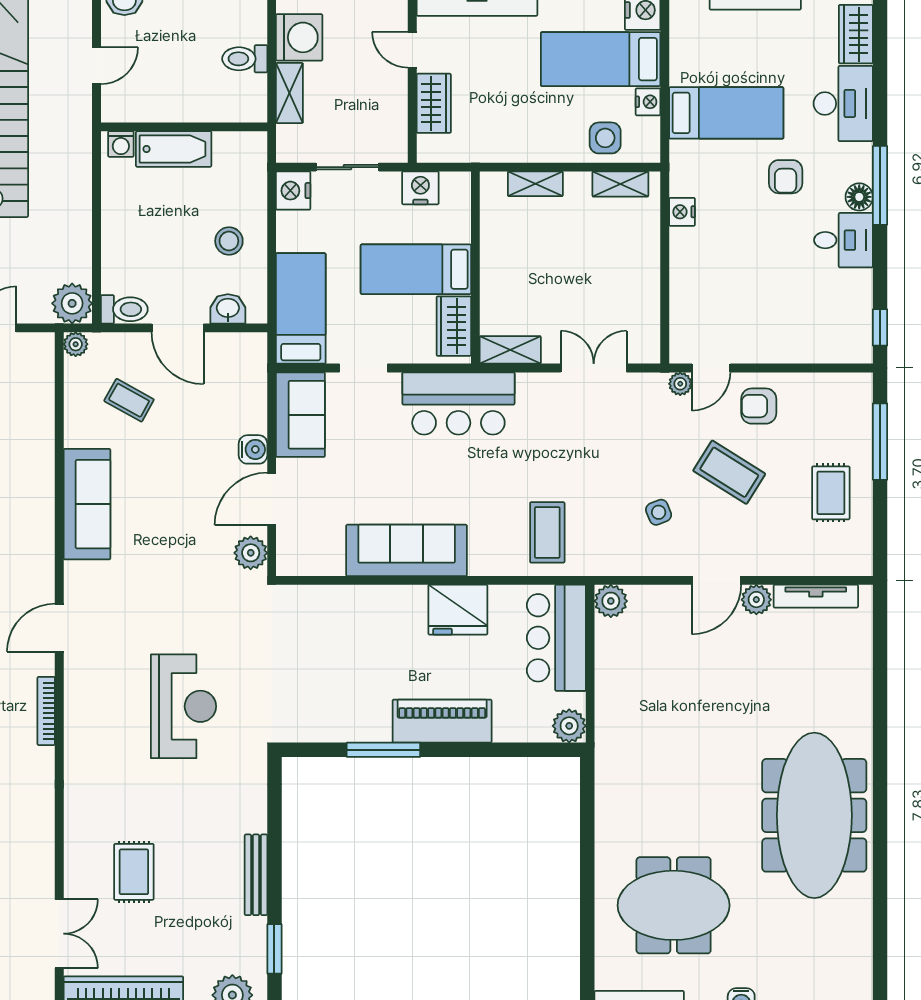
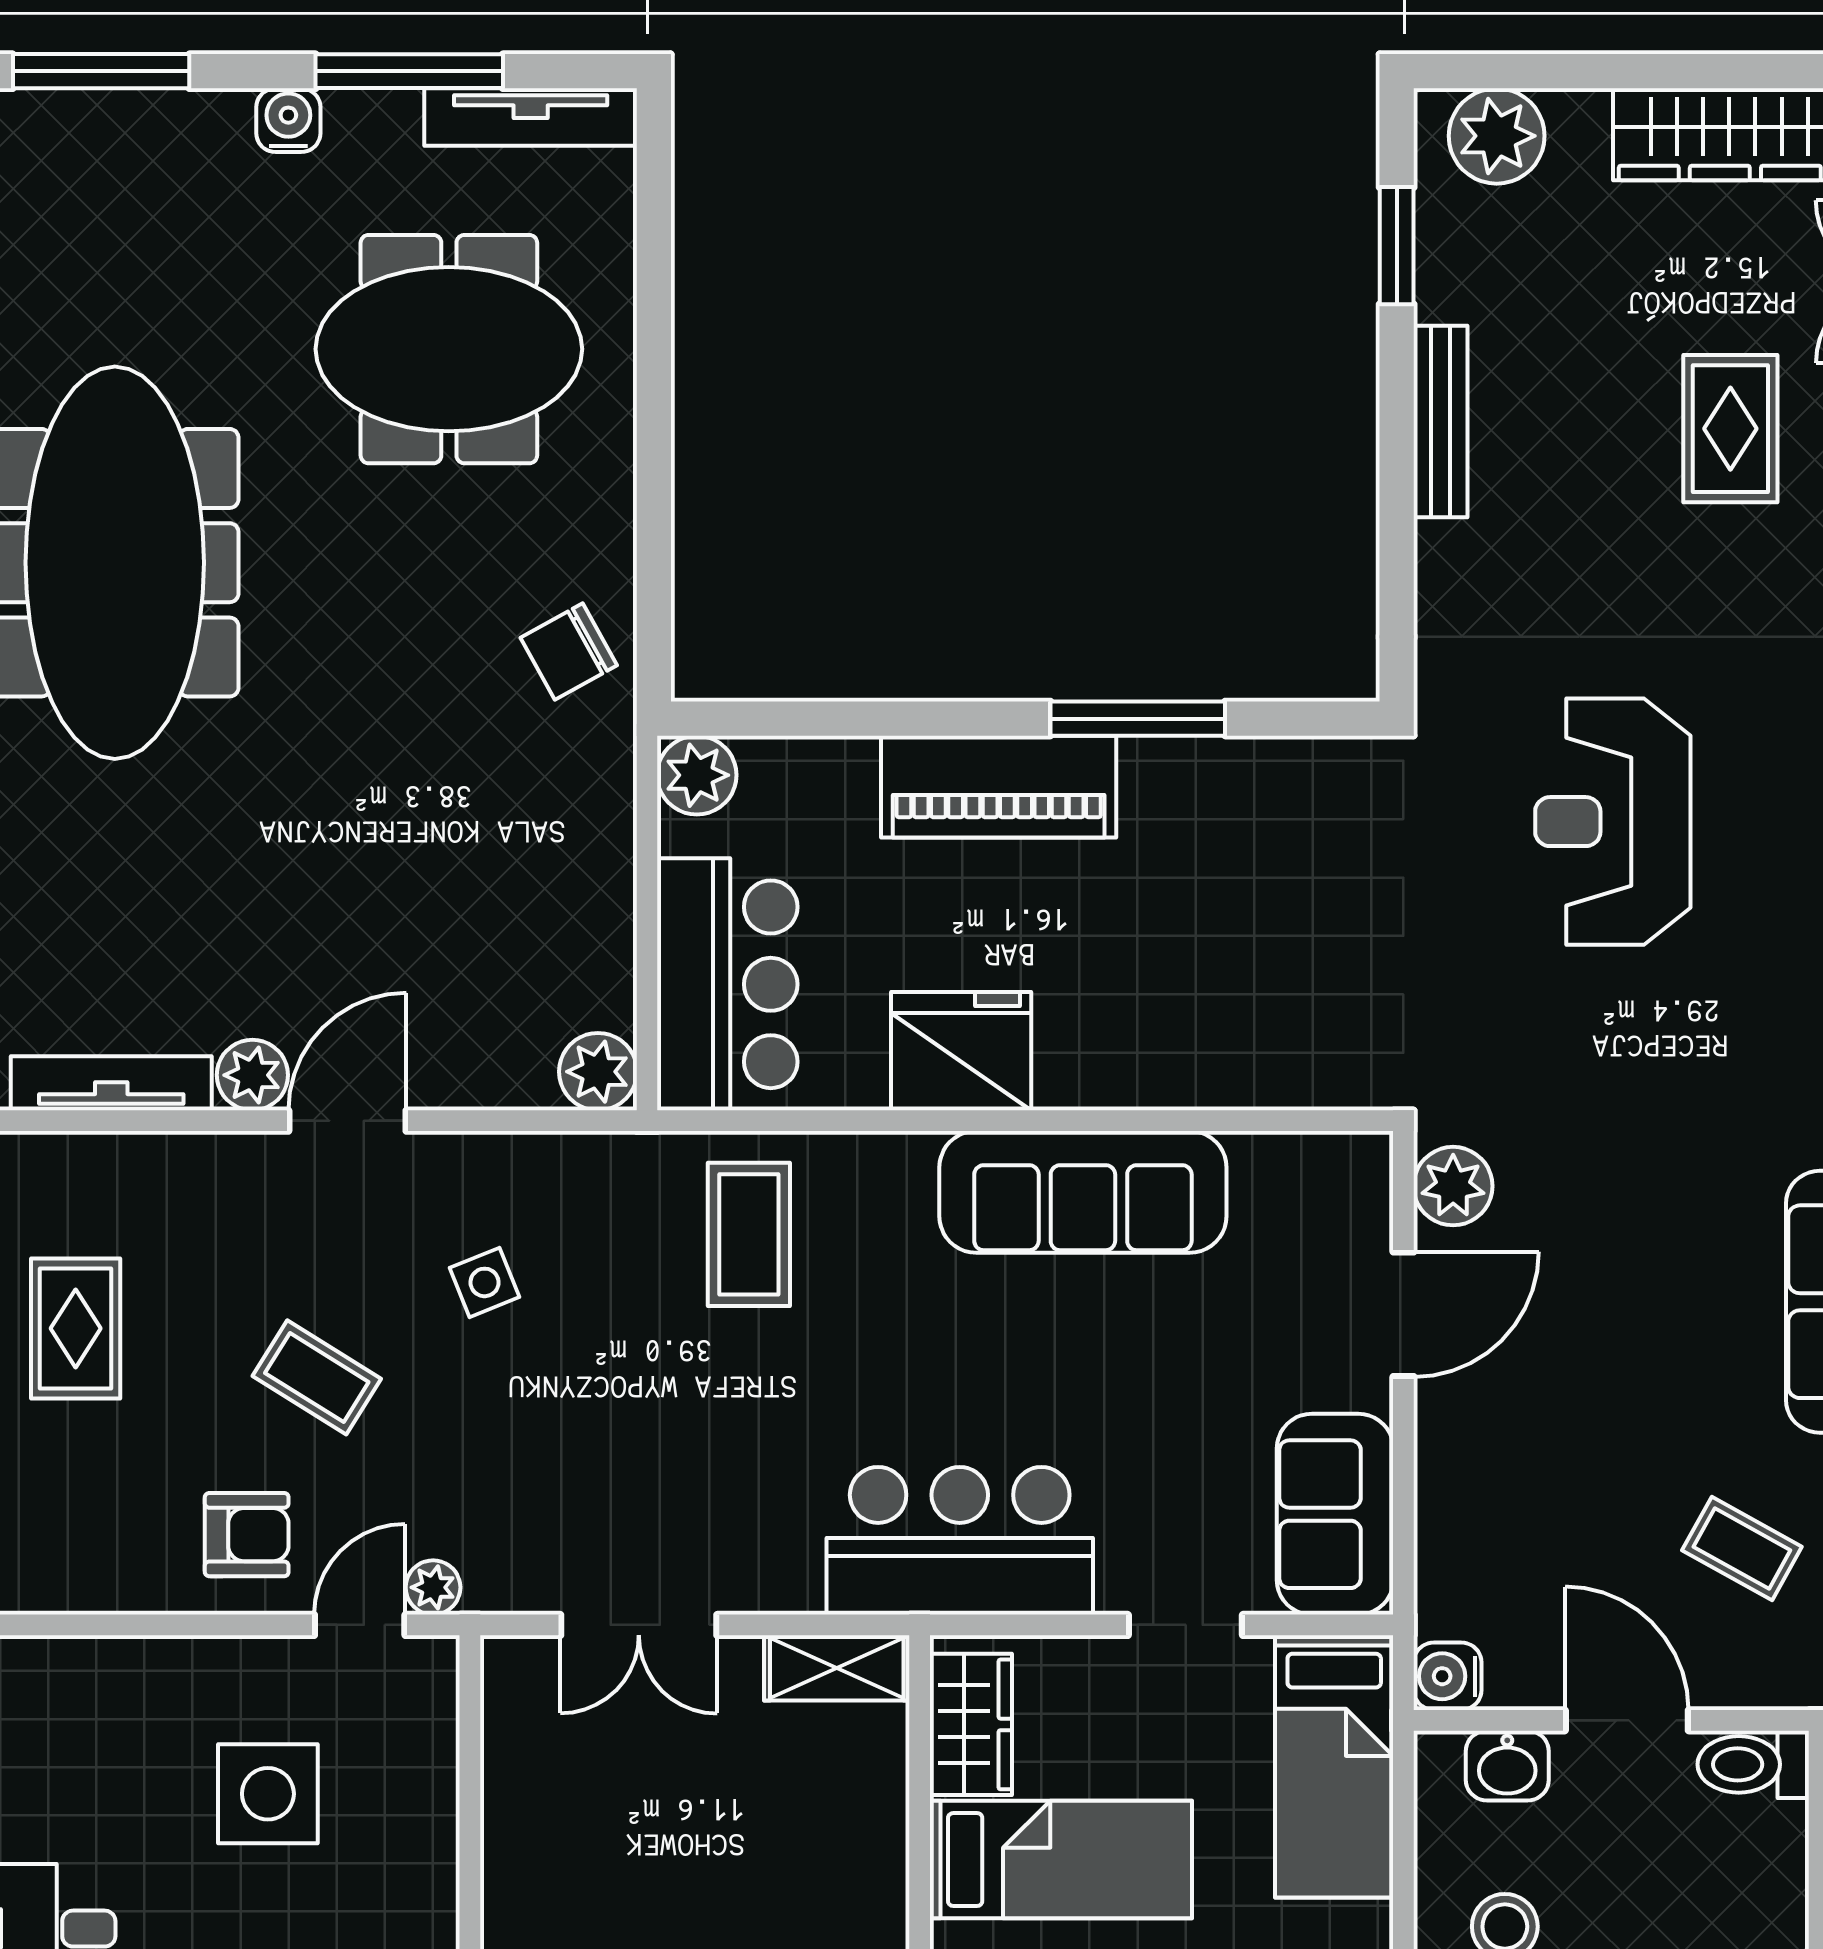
side table: (750, 297) -> (268, 1794), added
water cooler: (253, 449) -> (1448, 1676), moved
coffee table: (729, 472) -> (317, 1377), width x0.73, depth x0.77
chair: (623, 778) -> (569, 652), added

